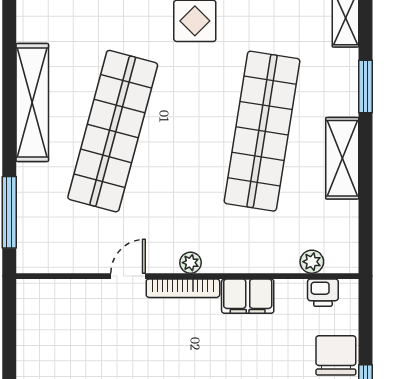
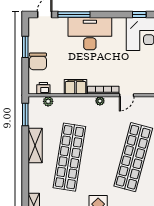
window: (365, 87) -> (25, 115), moved

